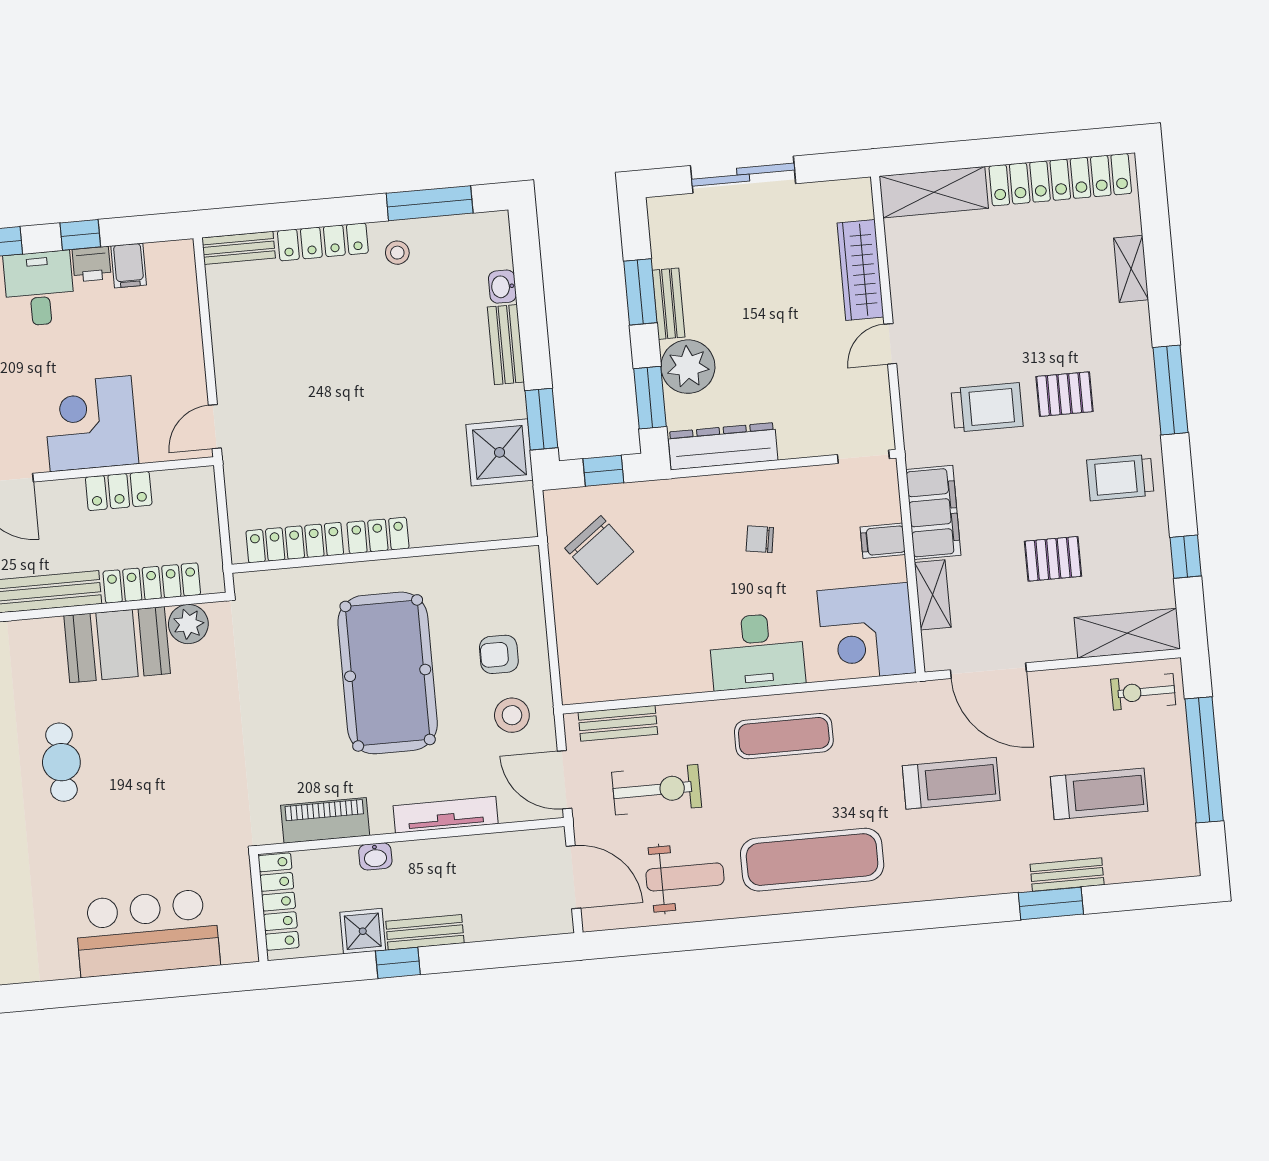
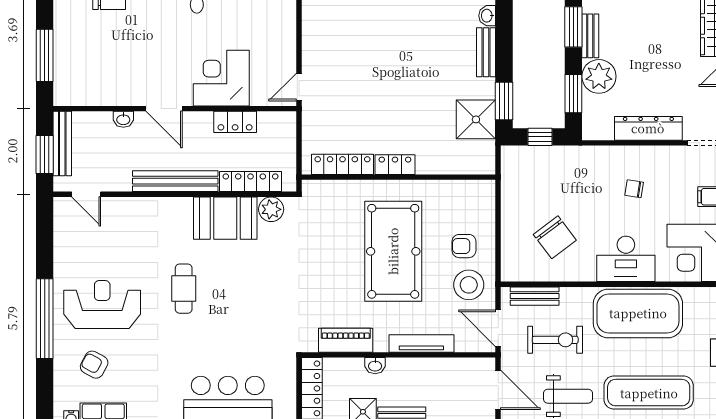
dresser: (723, 446) -> (648, 128), moved
chair: (599, 550) -> (555, 237), moved
stool: (512, 715) -> (469, 285), width x1.38, depth x1.38
exercise mat: (784, 736) -> (638, 313), width x2.00, depth x1.45

